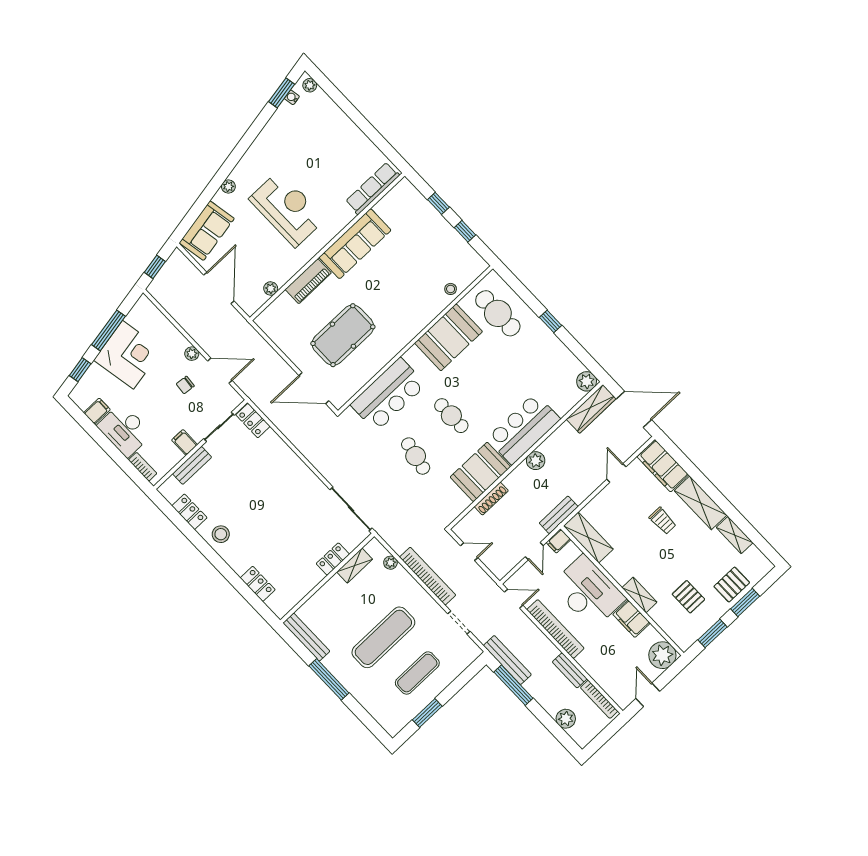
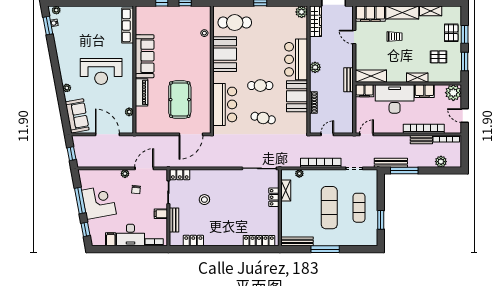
reception desk: (287, 209) -> (101, 71), turned 180
stool: (221, 534) -> (204, 200), moved
filing cabinet: (559, 541) -> (364, 91), width x2.00
door: (534, 551) -> (354, 106), removed
locker: (258, 584) -> (259, 241), width x1.53
bookcase: (555, 629) -> (424, 129), moved

